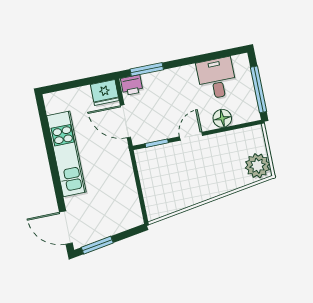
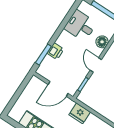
printer: (132, 85) -> (56, 51), moved
fridge: (105, 92) -> (80, 113), moved, turned 90

